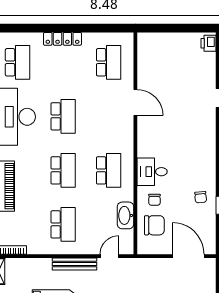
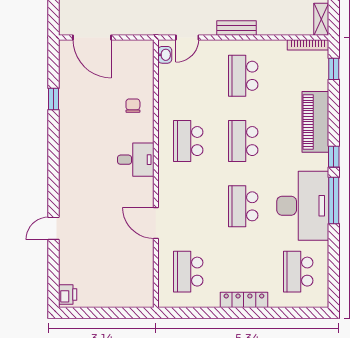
desk: (152, 172) -> (136, 160), moved
chair: (201, 197) -> (77, 109), removed
washbasin: (125, 215) -> (165, 55), moved, width x0.52, depth x0.69
chair: (154, 225) -> (133, 75), removed
bench: (75, 264) -> (236, 28), width x0.73

